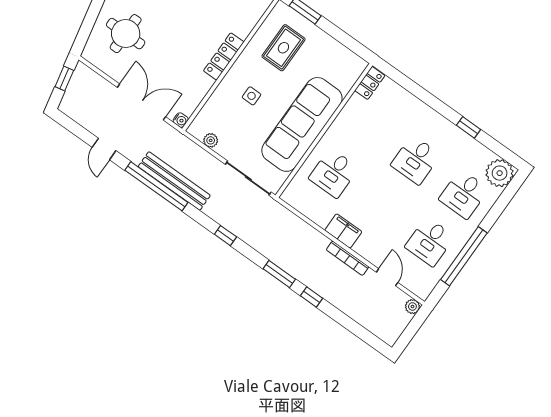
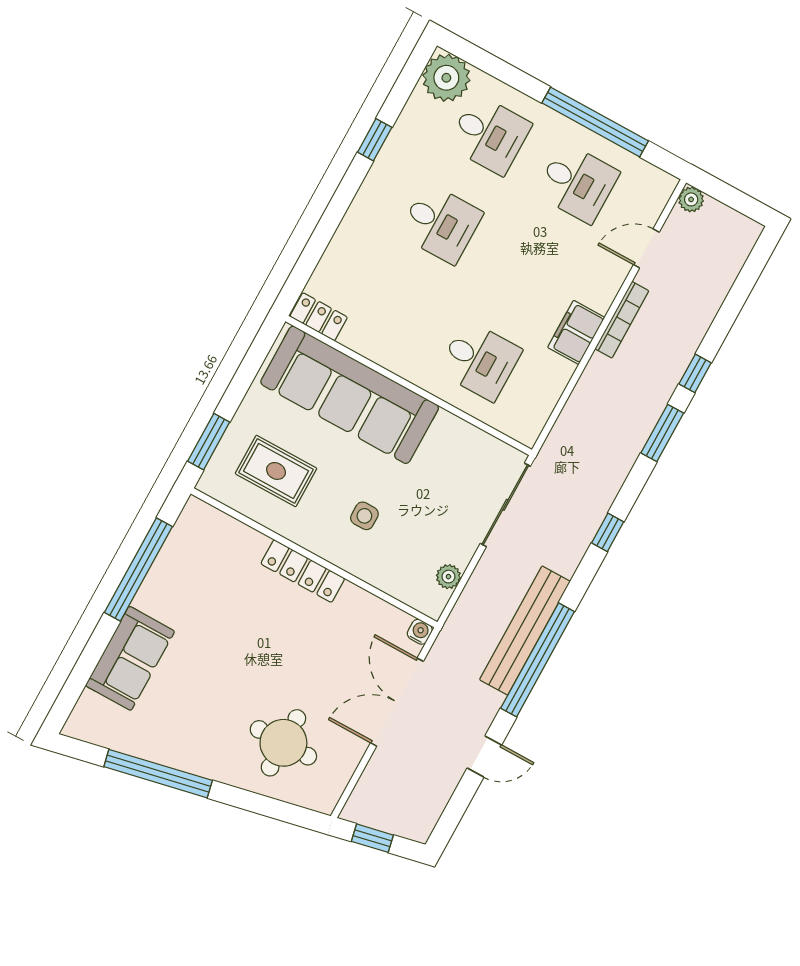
sofa: (302, 124) -> (350, 395), moved

